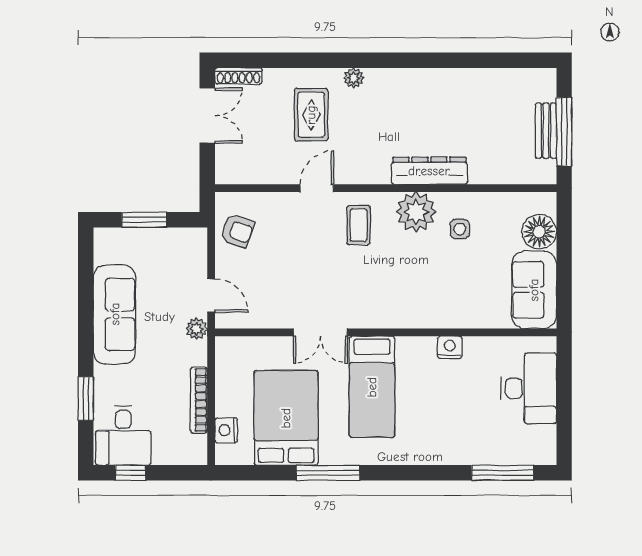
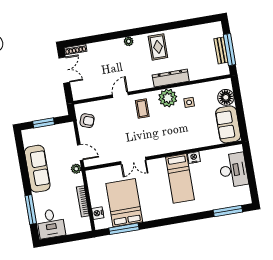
rug: (311, 115) -> (158, 47), moved
bed: (372, 387) -> (180, 178), moved
window: (86, 399) -> (31, 210), width x1.44
window: (130, 473) -> (57, 240), removed
window: (328, 473) -> (124, 229), moved

